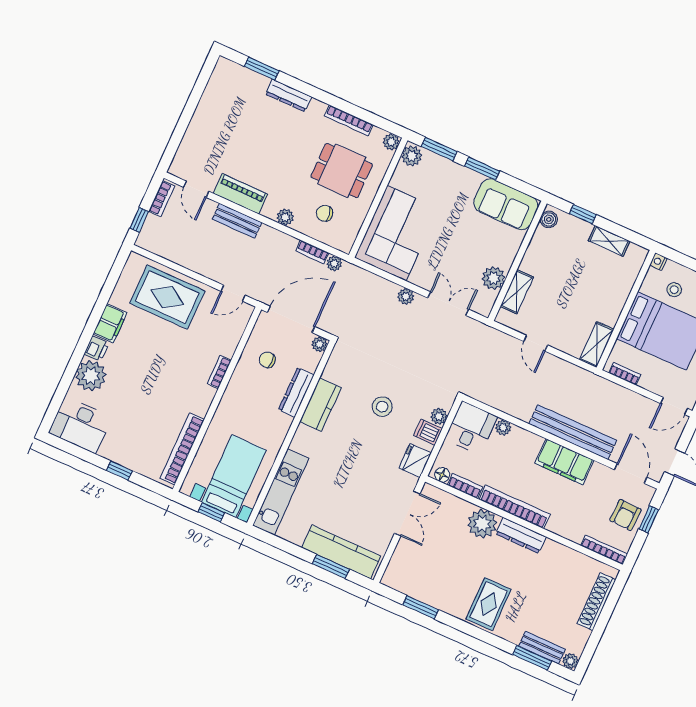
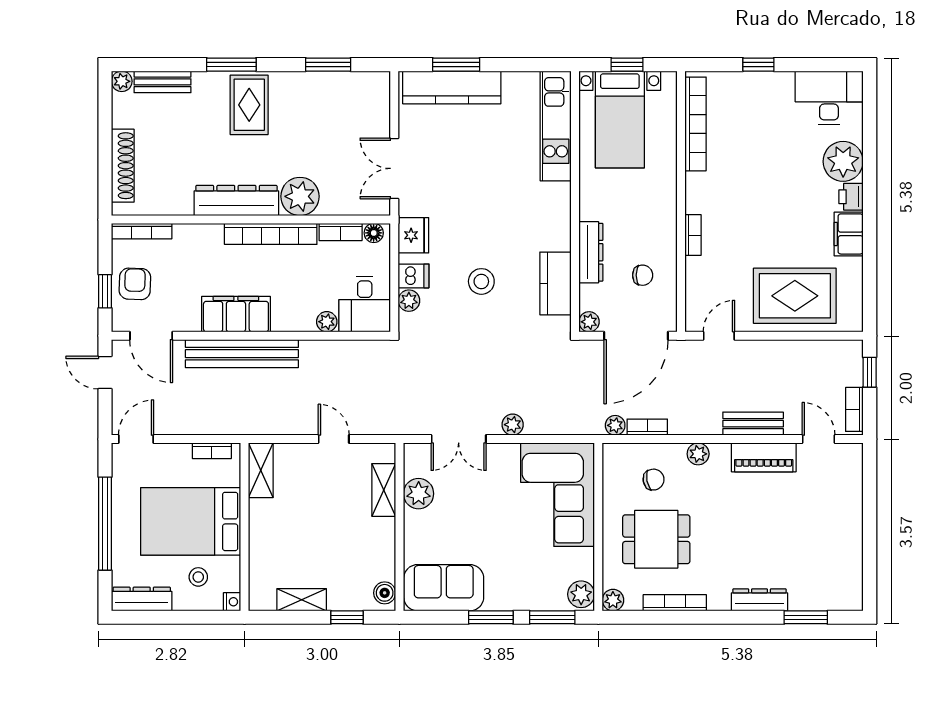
kitchen counter: (320, 405) -> (556, 283), moved
dresser: (521, 535) -> (236, 201), width x1.37, depth x1.24
window: (532, 658) -> (231, 65), moved

